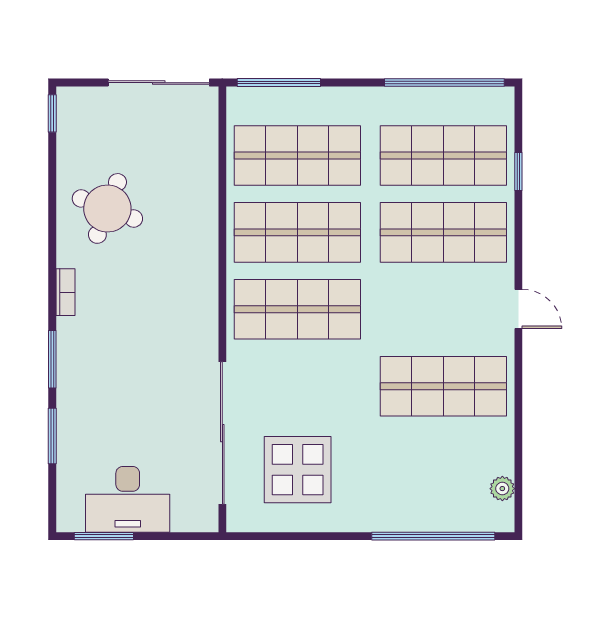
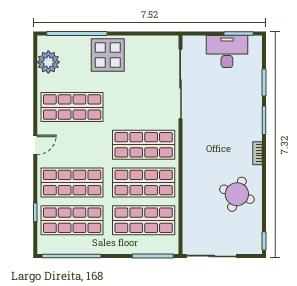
door: (518, 309) -> (35, 145), swing flipped
display table: (298, 470) -> (108, 55), moved
plant: (502, 489) -> (48, 62), width x1.88, depth x1.88

